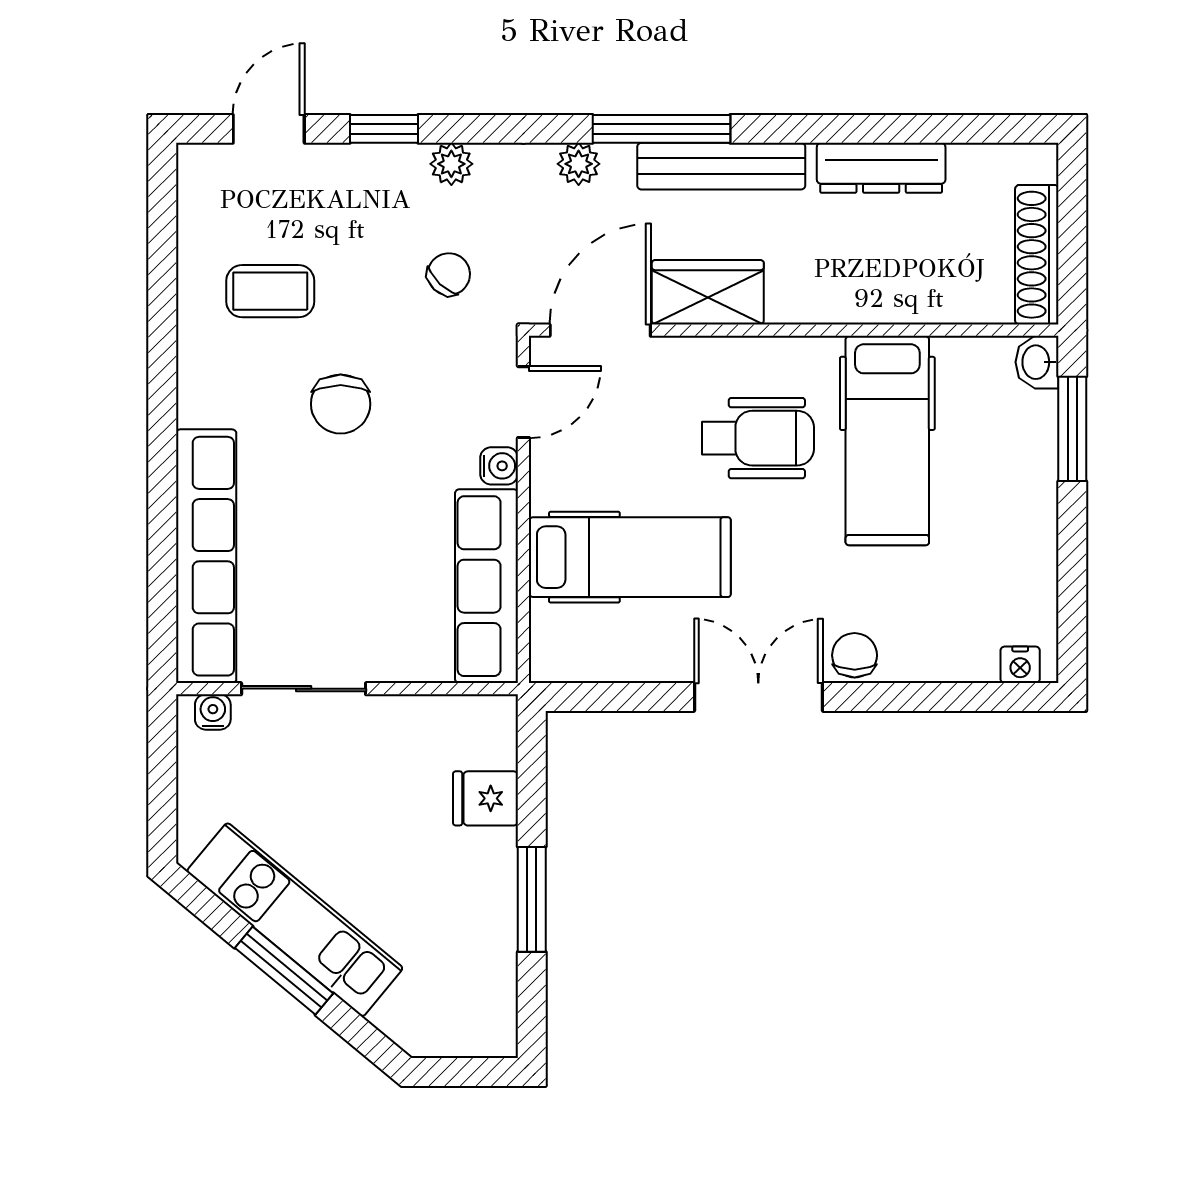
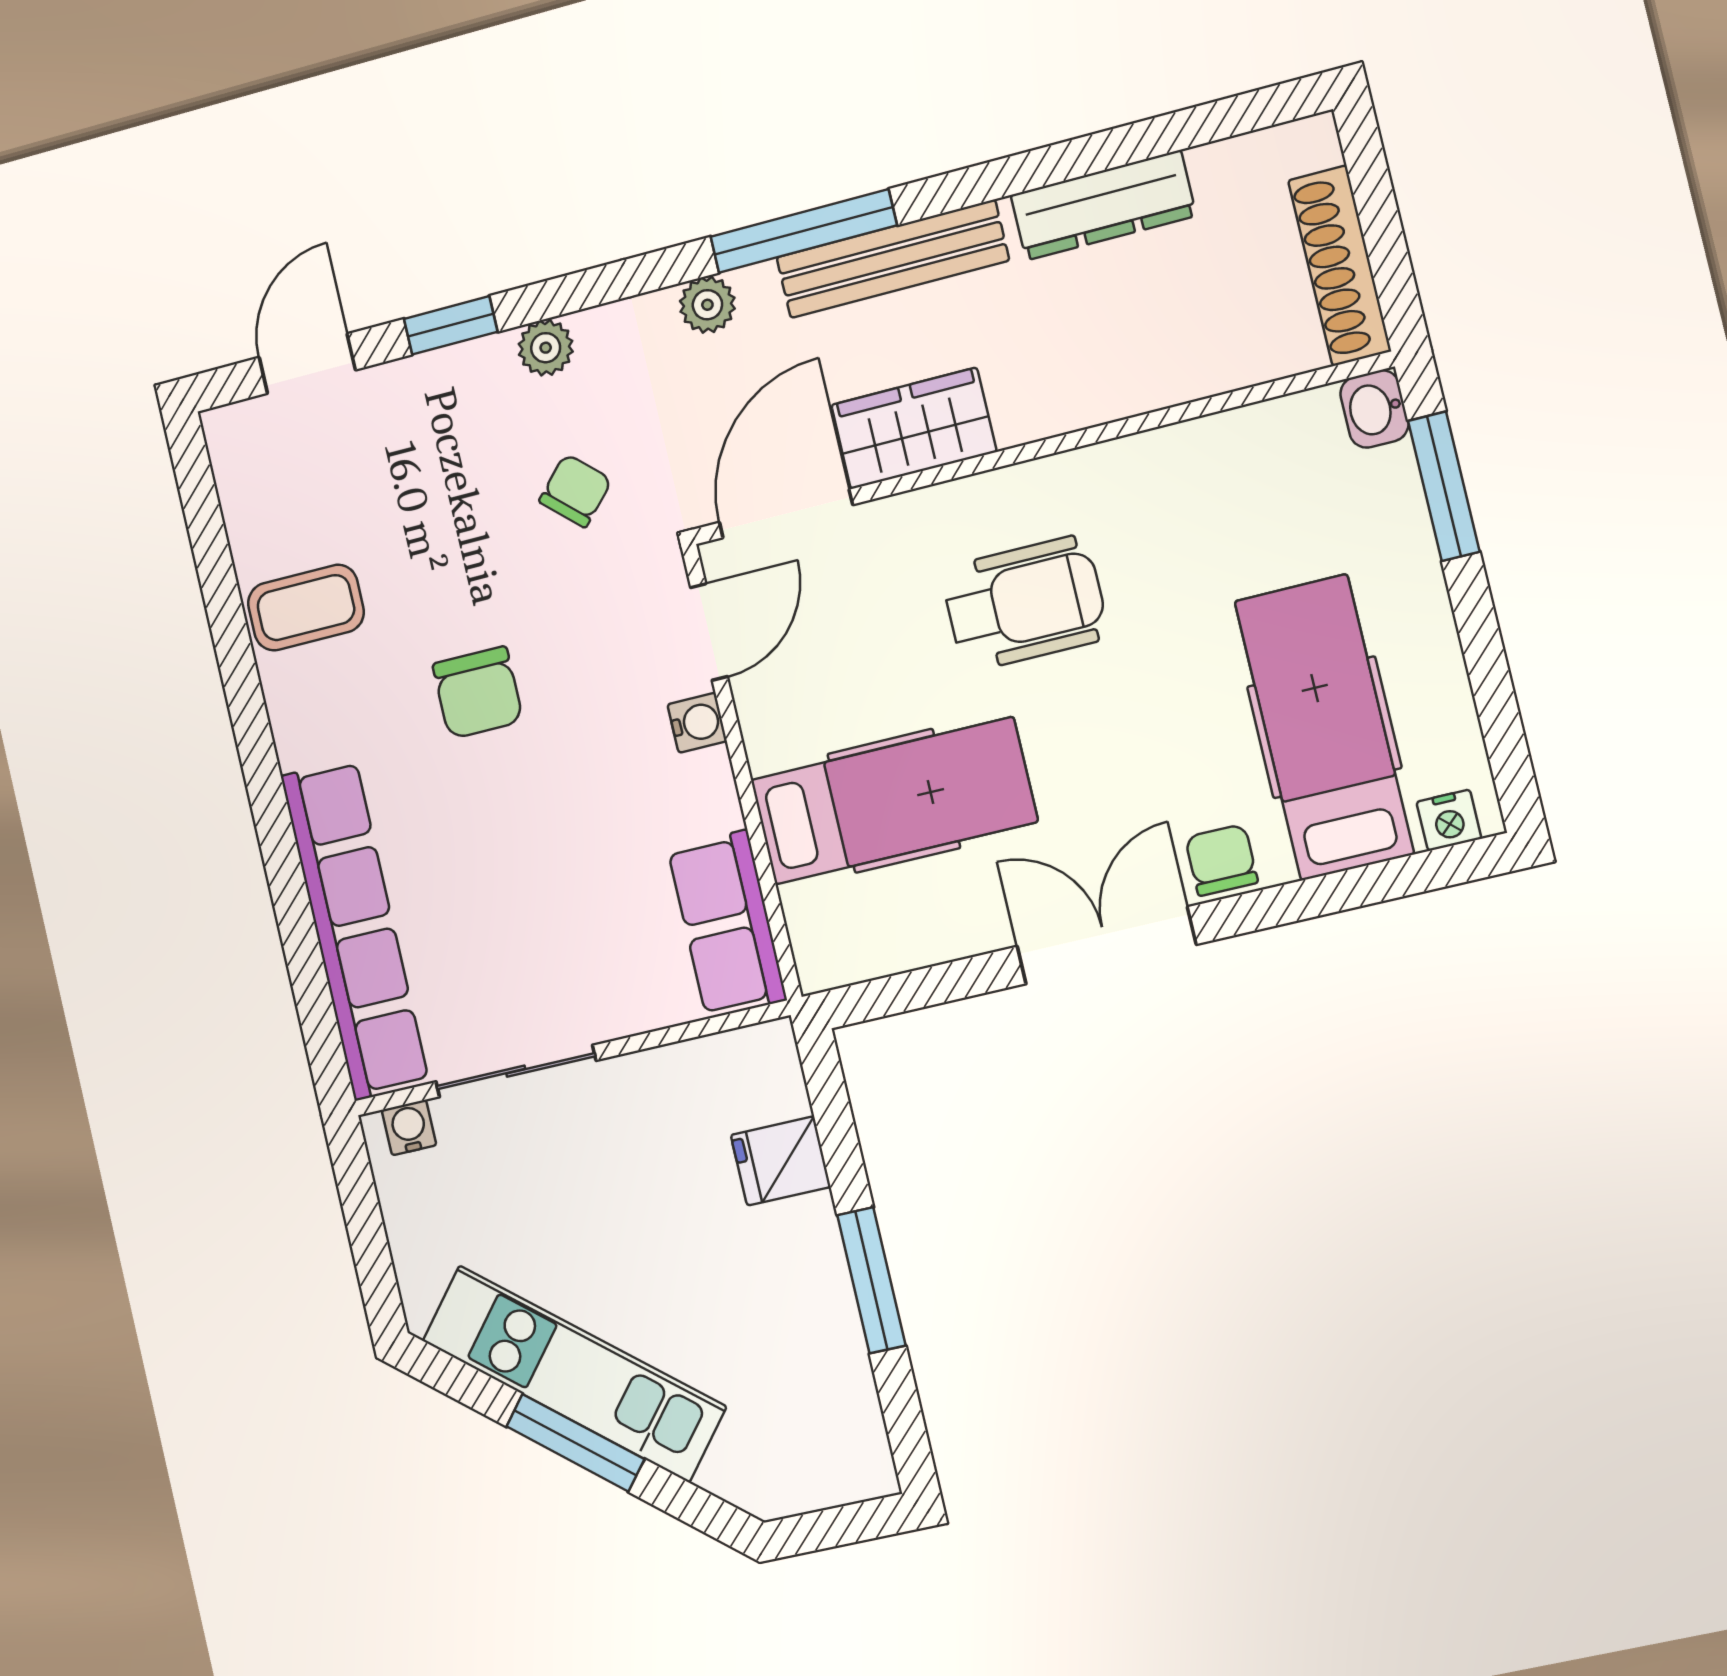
coffee table: (270, 291) -> (306, 608), moved
hospital bed: (887, 441) -> (1324, 727), moved, turned 180
row of seats: (487, 586) -> (727, 924), width x0.68

